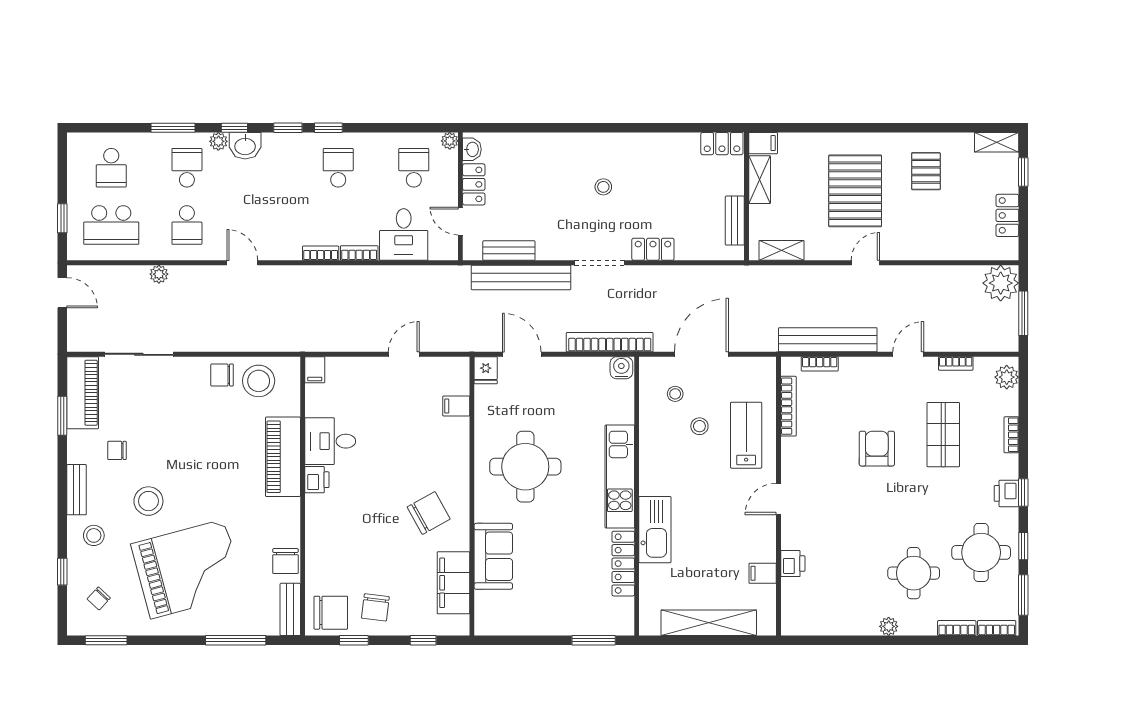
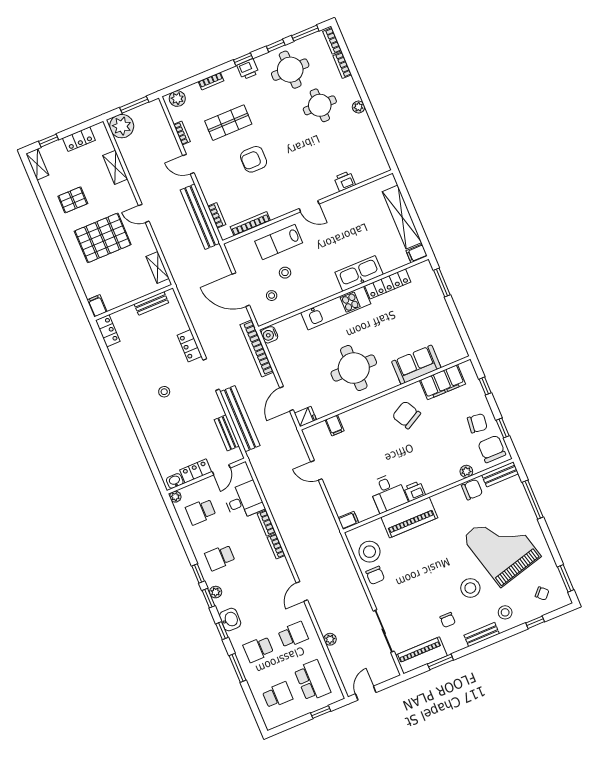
plant: (218, 141) -> (216, 592), moved
shelving: (760, 180) -> (115, 167), moved, turned 90
plant: (314, 564) -> (466, 471), added
filing cabinet: (763, 573) -> (417, 253), moved, turned 90

